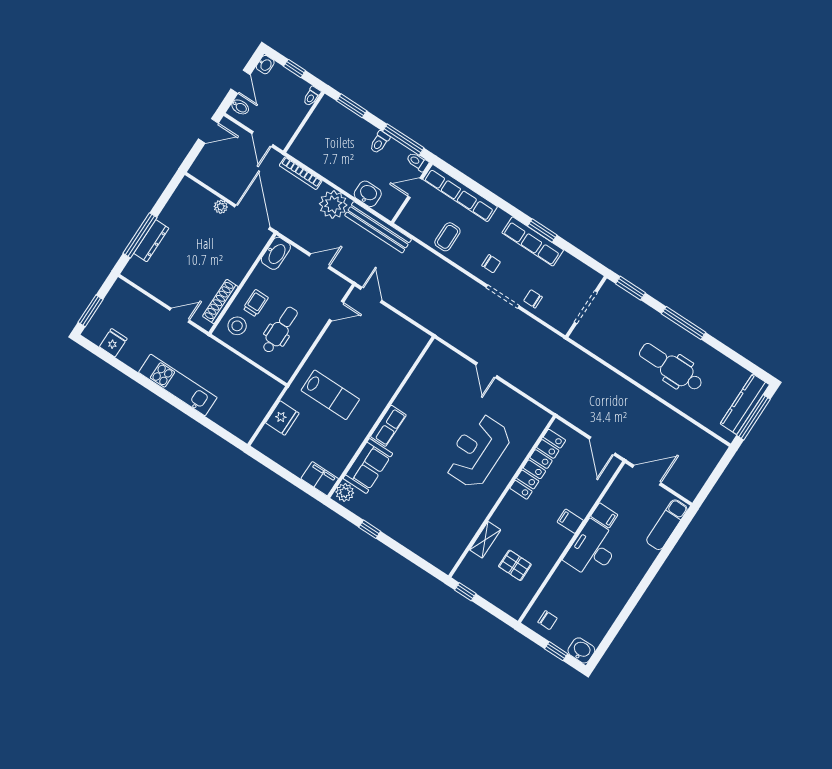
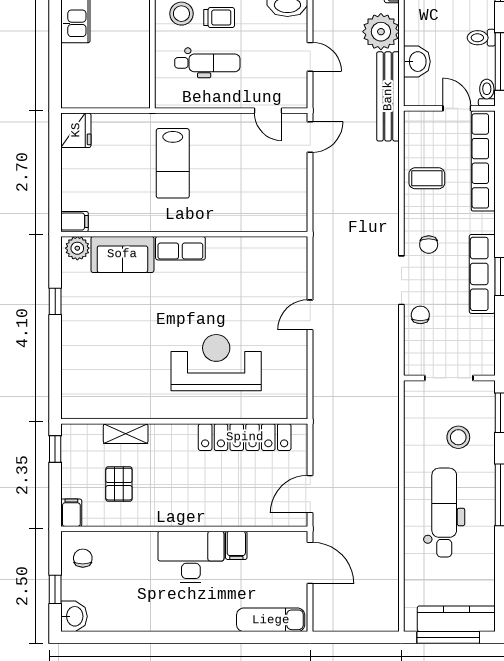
stool: (628, 326) -> (458, 437), added
fridge: (282, 418) -> (76, 130), moved, turned -90
filing cabinet: (320, 479) -> (75, 222), width x0.50
filing cabinet: (570, 521) -> (71, 513), moved
chair: (547, 620) -> (83, 558), turned 180

